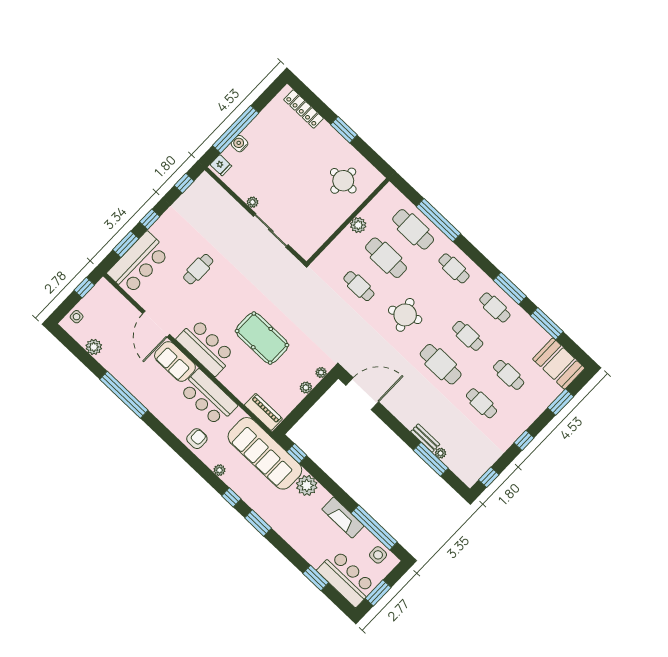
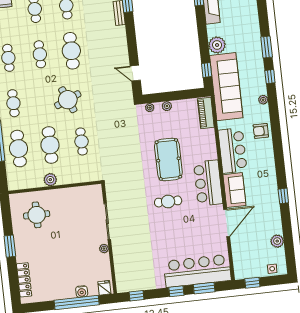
bar counter: (139, 263) -> (197, 271), width x1.36
cafe table: (198, 269) -> (168, 201), moved
door: (362, 394) -> (135, 73), width x0.53
window: (124, 395) -> (283, 196), width x0.32

